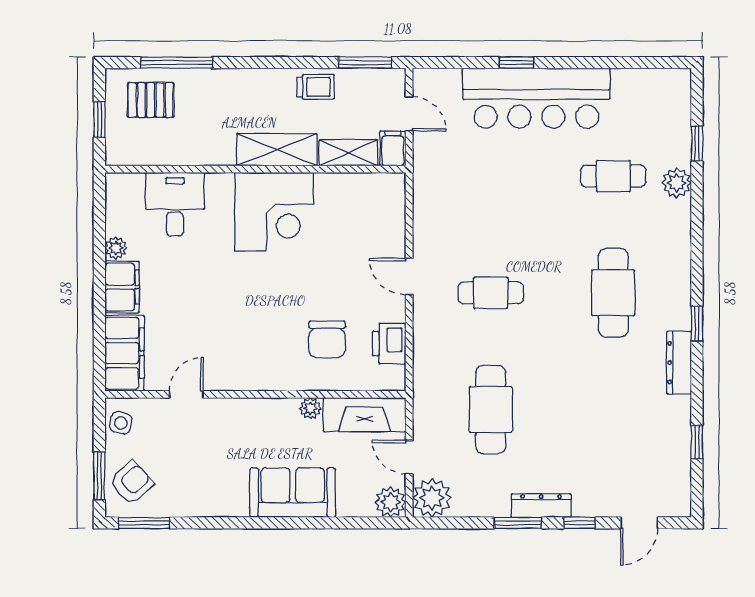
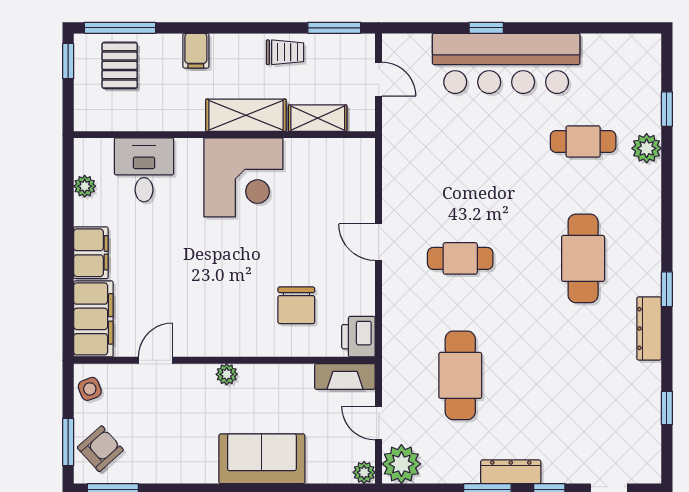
window: (176, 63) -> (120, 28), moved
pallet: (151, 100) -> (120, 65), turned 90
window: (99, 119) -> (68, 61), moved
filing cabinet: (393, 148) -> (196, 51), moved, turned 180
plant: (116, 248) -> (85, 186), moved
printer: (389, 343) -> (358, 337), moved
plant: (310, 408) -> (227, 374), moved
fireplace: (364, 415) -> (345, 376), width x0.73, depth x0.76
side table: (121, 423) -> (90, 389), turned -34
plant: (391, 502) -> (364, 472), width x0.73, depth x0.73

